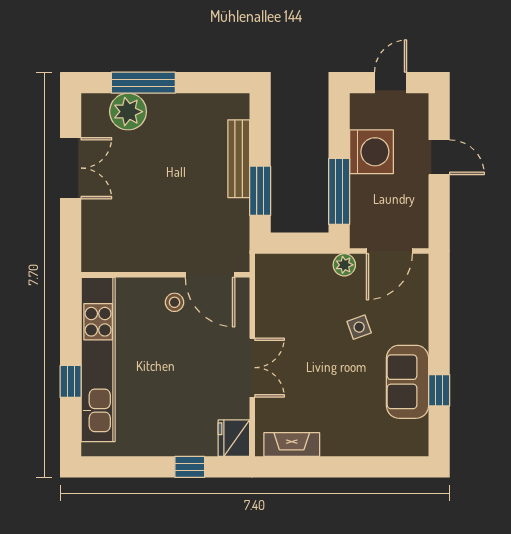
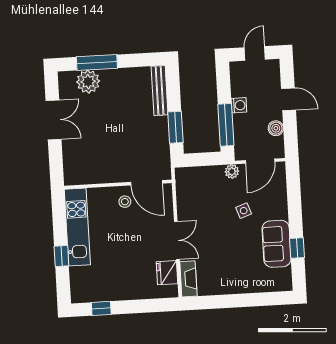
washing machine: (371, 152) -> (239, 105), width x0.53, depth x0.53
bench: (239, 159) -> (160, 91), moved
boiler: (417, 201) -> (276, 128), added
kitchen unit: (98, 359) -> (77, 227), width x0.73
fridge: (234, 438) -> (167, 273), moved
fireplace: (292, 445) -> (188, 279), moved, turned 90
window: (190, 467) -> (101, 308), moved

